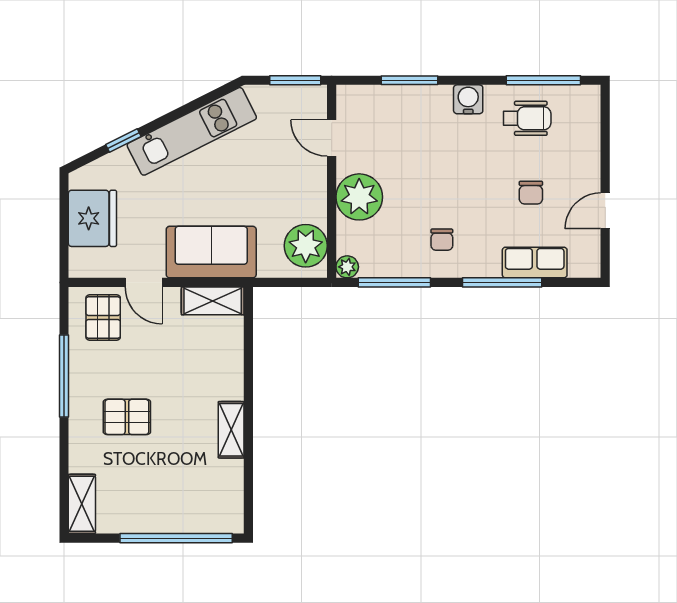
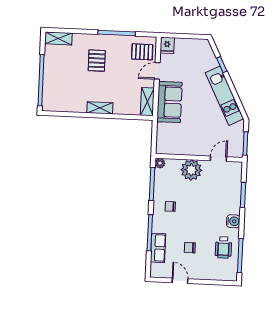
fridge: (92, 218) -> (167, 45), moved, width x0.53, depth x0.75
plant: (306, 246) -> (170, 145), removed
shelving: (231, 430) -> (100, 108), moved

